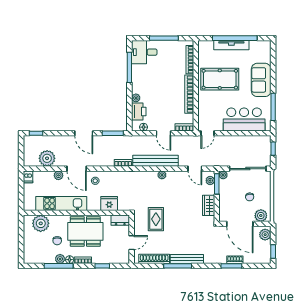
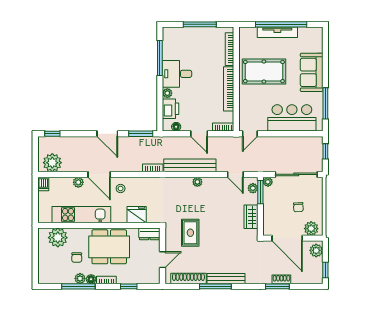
desk: (144, 52) -> (177, 74), moved
plant: (47, 158) -> (52, 163), moved

